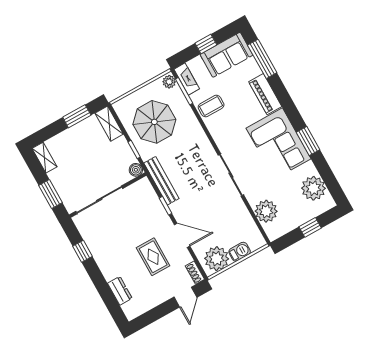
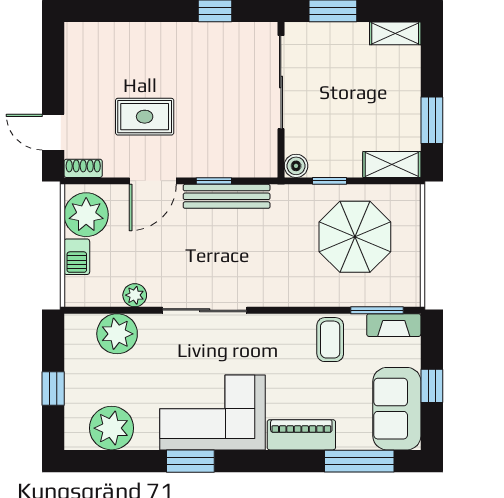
plant: (169, 82) -> (135, 295), moved
bench: (161, 181) -> (227, 196), moved
dresser: (120, 291) -> (120, 35), removed

